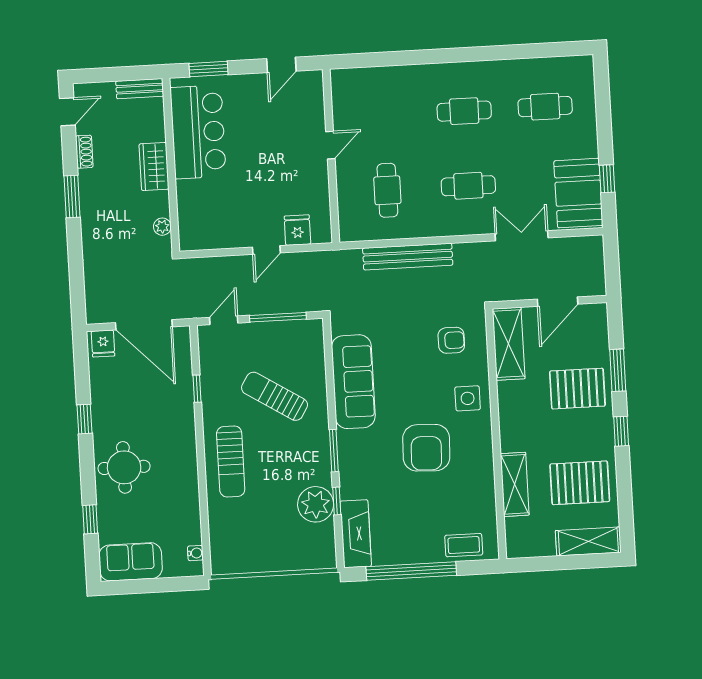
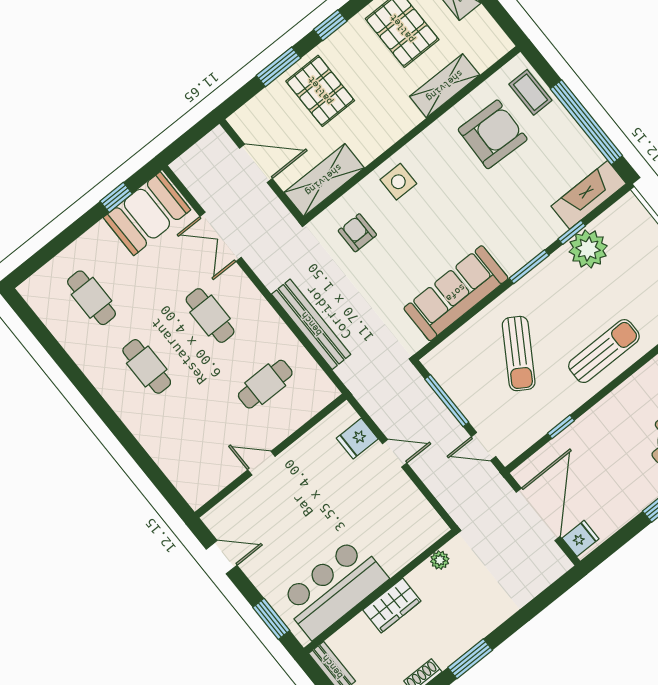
armchair: (426, 448) -> (493, 134), moved

